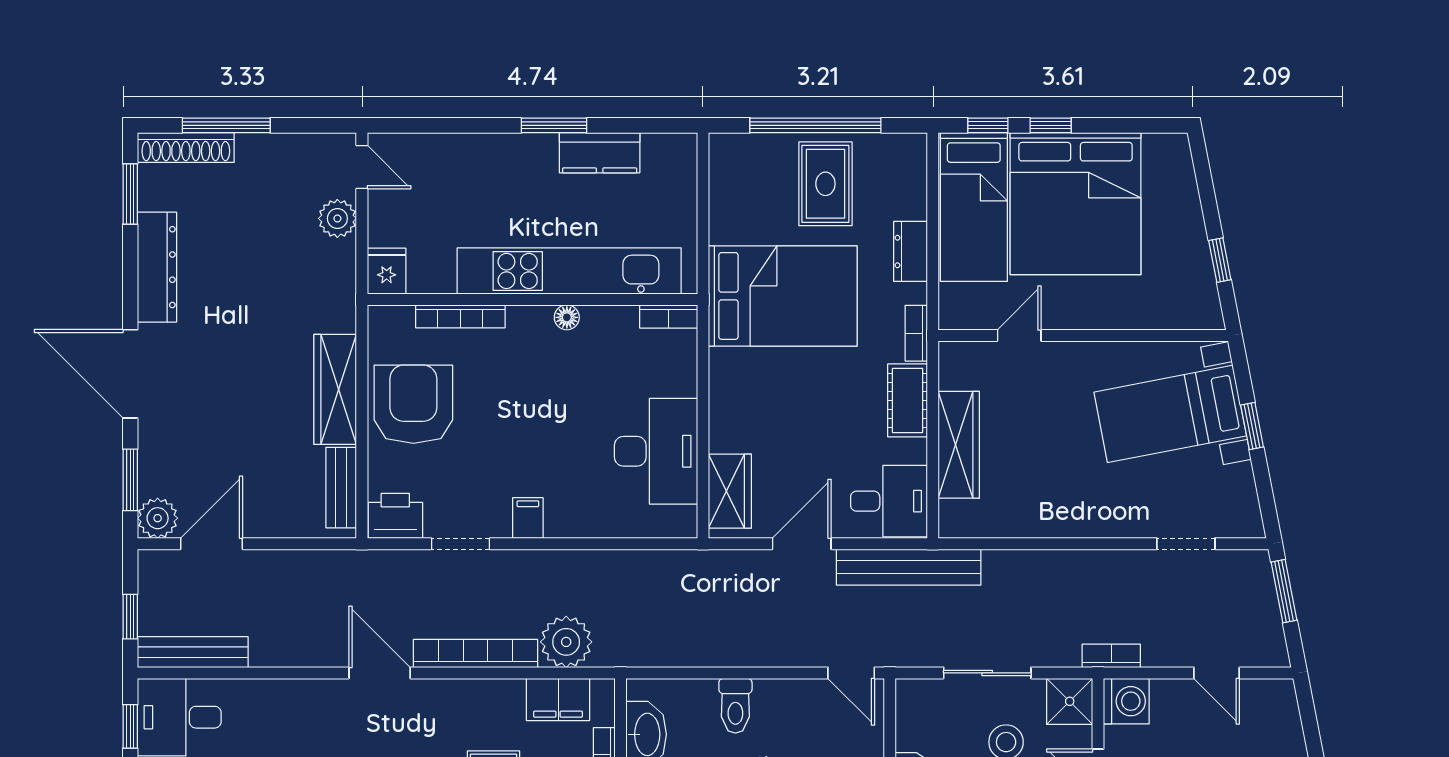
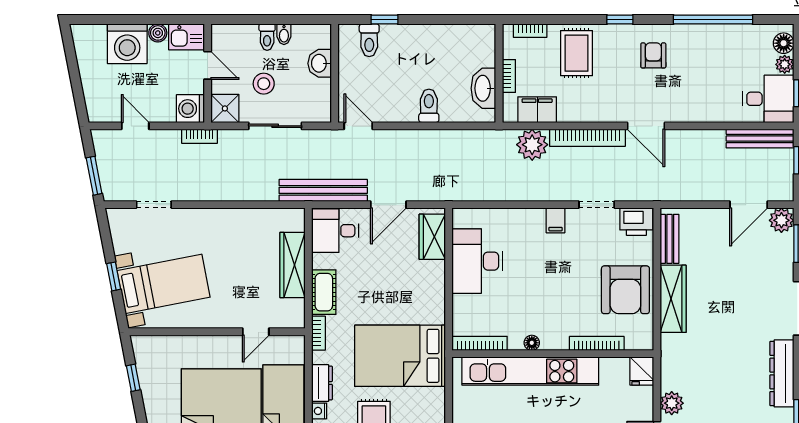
nightstand: (915, 206) -> (319, 411), added
bookcase: (669, 316) -> (480, 343), width x1.56

